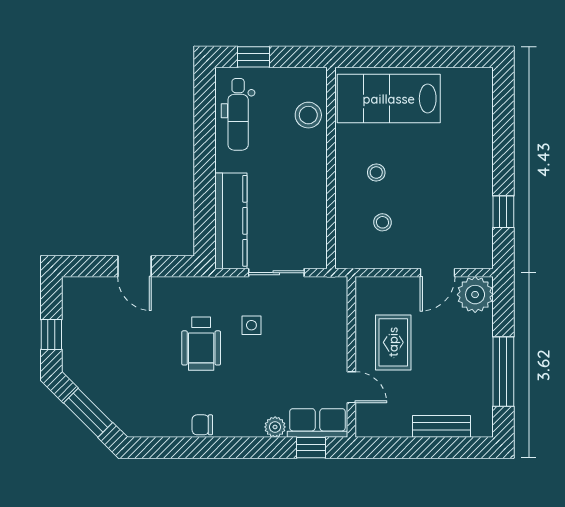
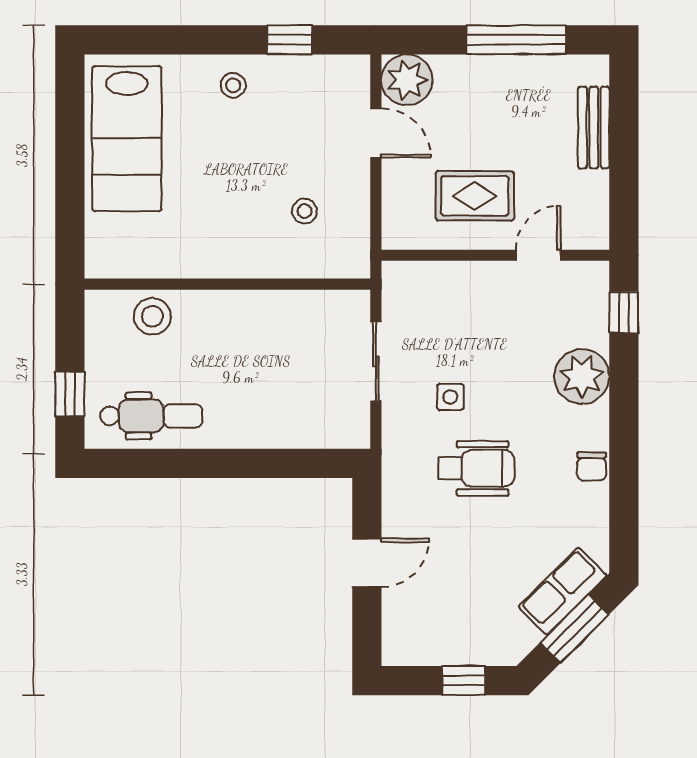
lab bench: (389, 99) -> (127, 139), moved
stool: (376, 172) -> (233, 85), moved
kitchen counter: (231, 221) -> (302, 426), removed
row of seats: (317, 423) -> (563, 591), moved, turned 45
plant: (275, 427) -> (582, 376), width x1.87, depth x1.87

